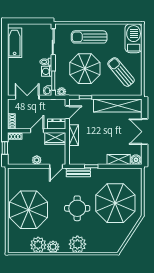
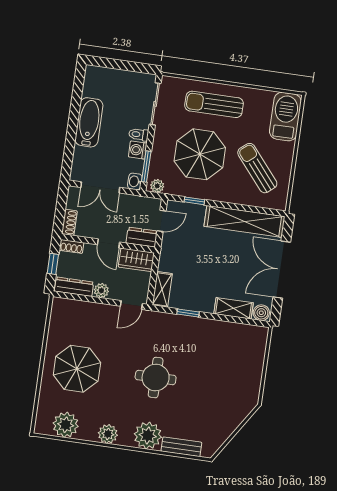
bathtub: (15, 43) -> (89, 122), moved
double door: (27, 97) -> (100, 187), swing flipped
door: (37, 131) -> (108, 243), swing flipped
double door: (145, 132) -> (282, 270), width x1.37
shelving: (74, 135) -> (162, 289), moved
dresser: (20, 160) -> (74, 287), added
bench: (78, 172) -> (181, 447), moved
parasol: (115, 203) -> (218, 378), removed
parasol: (29, 210) -> (77, 369), width x0.73, depth x0.73
plant: (38, 245) -> (66, 425), moved

